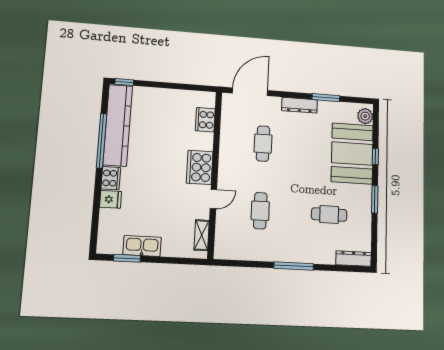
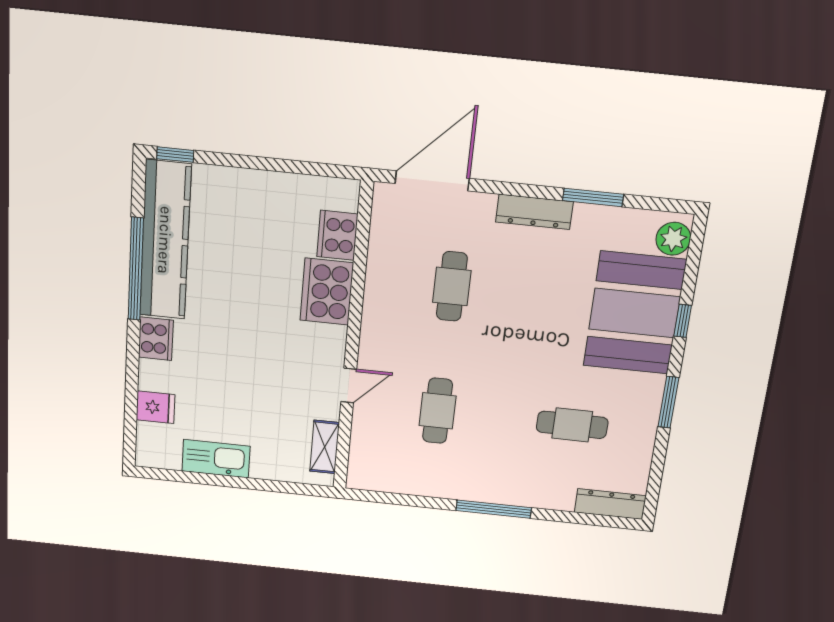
cooker: (200, 167) -> (327, 292), moved
fridge: (111, 199) -> (155, 407), moved
window: (127, 258) -> (190, 477), removed

